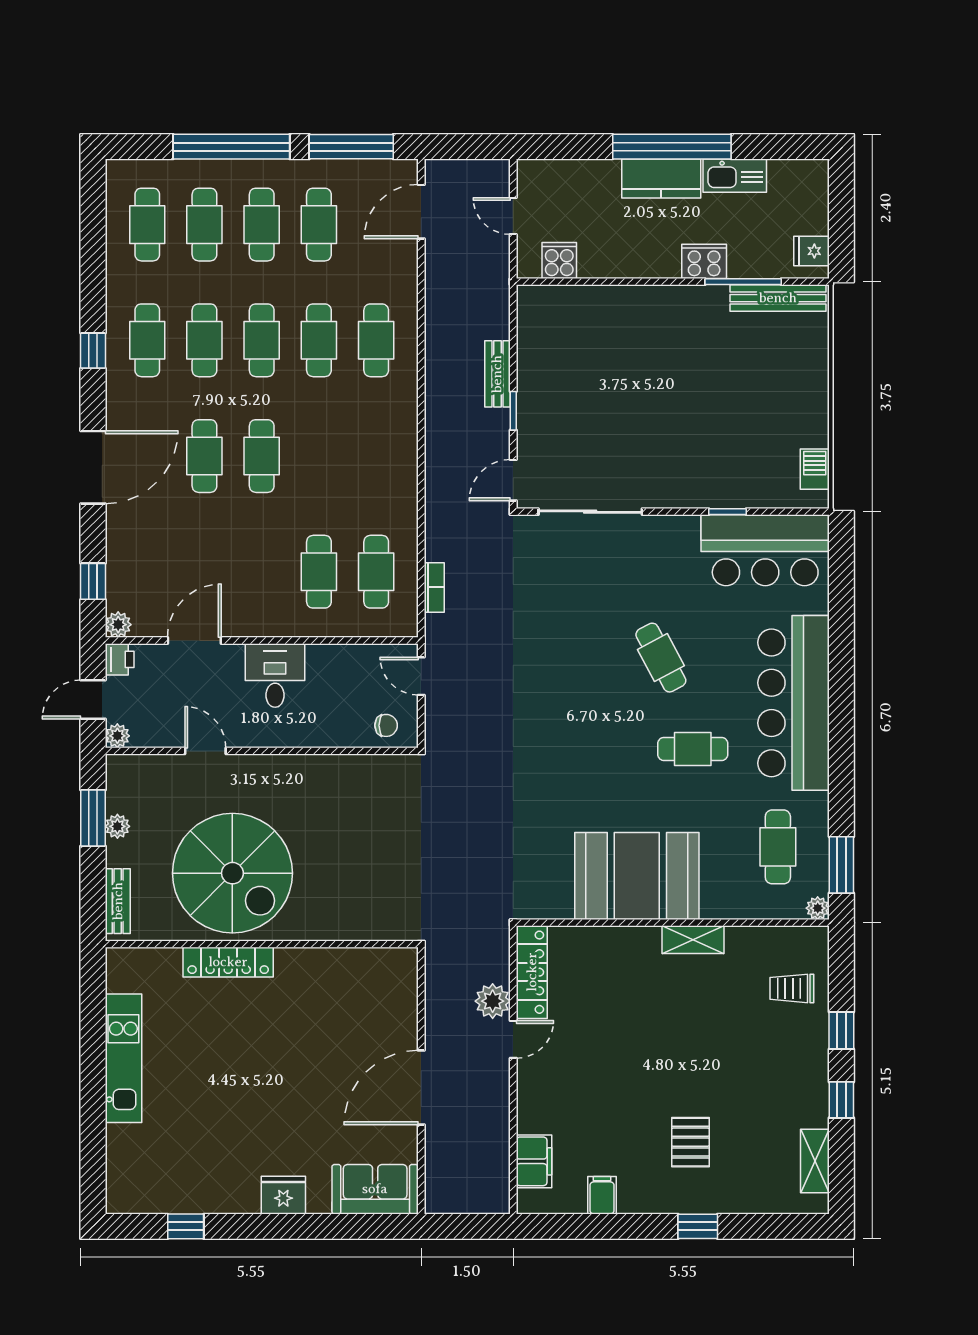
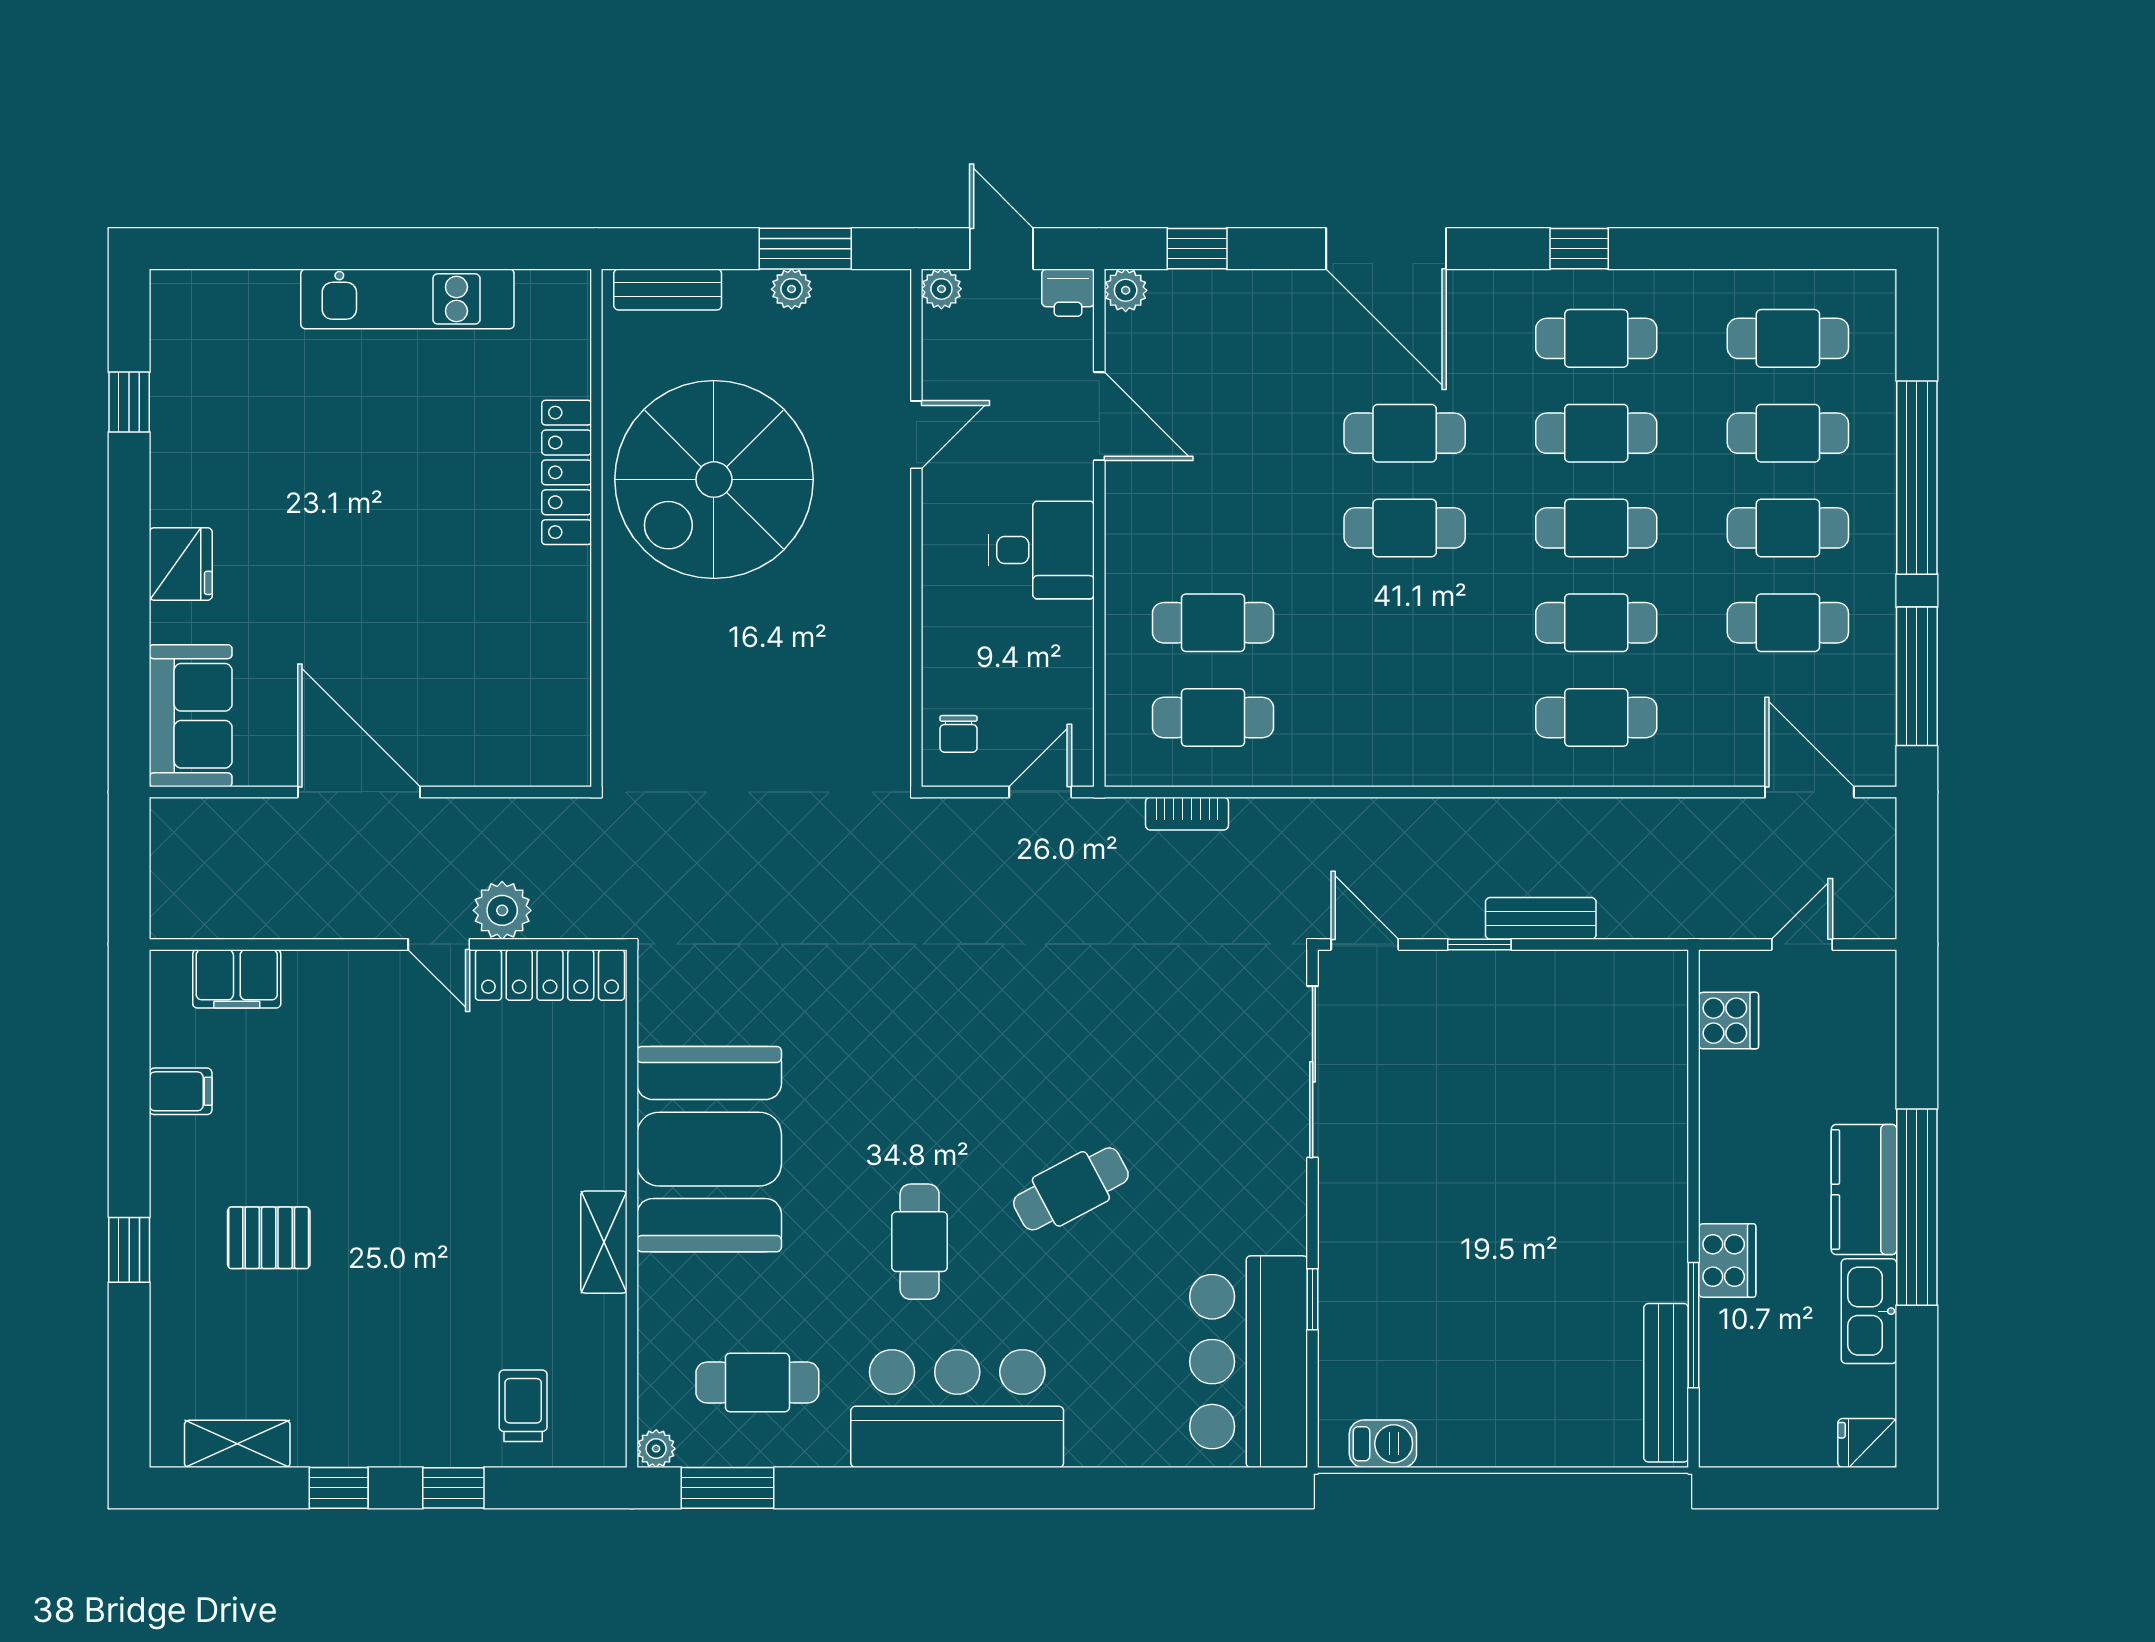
fridge: (811, 251) -> (1867, 1443), moved, turned -90
bar counter: (794, 703) -> (957, 1409), width x0.73

